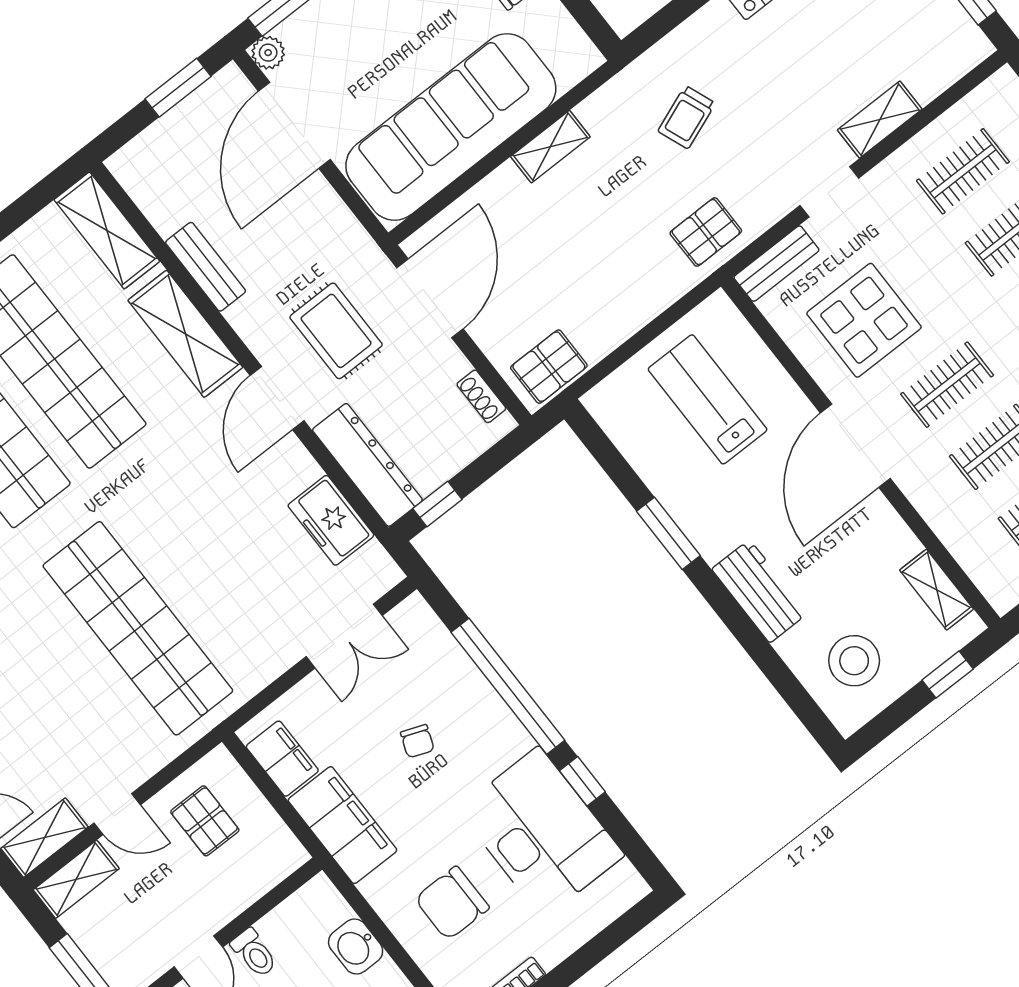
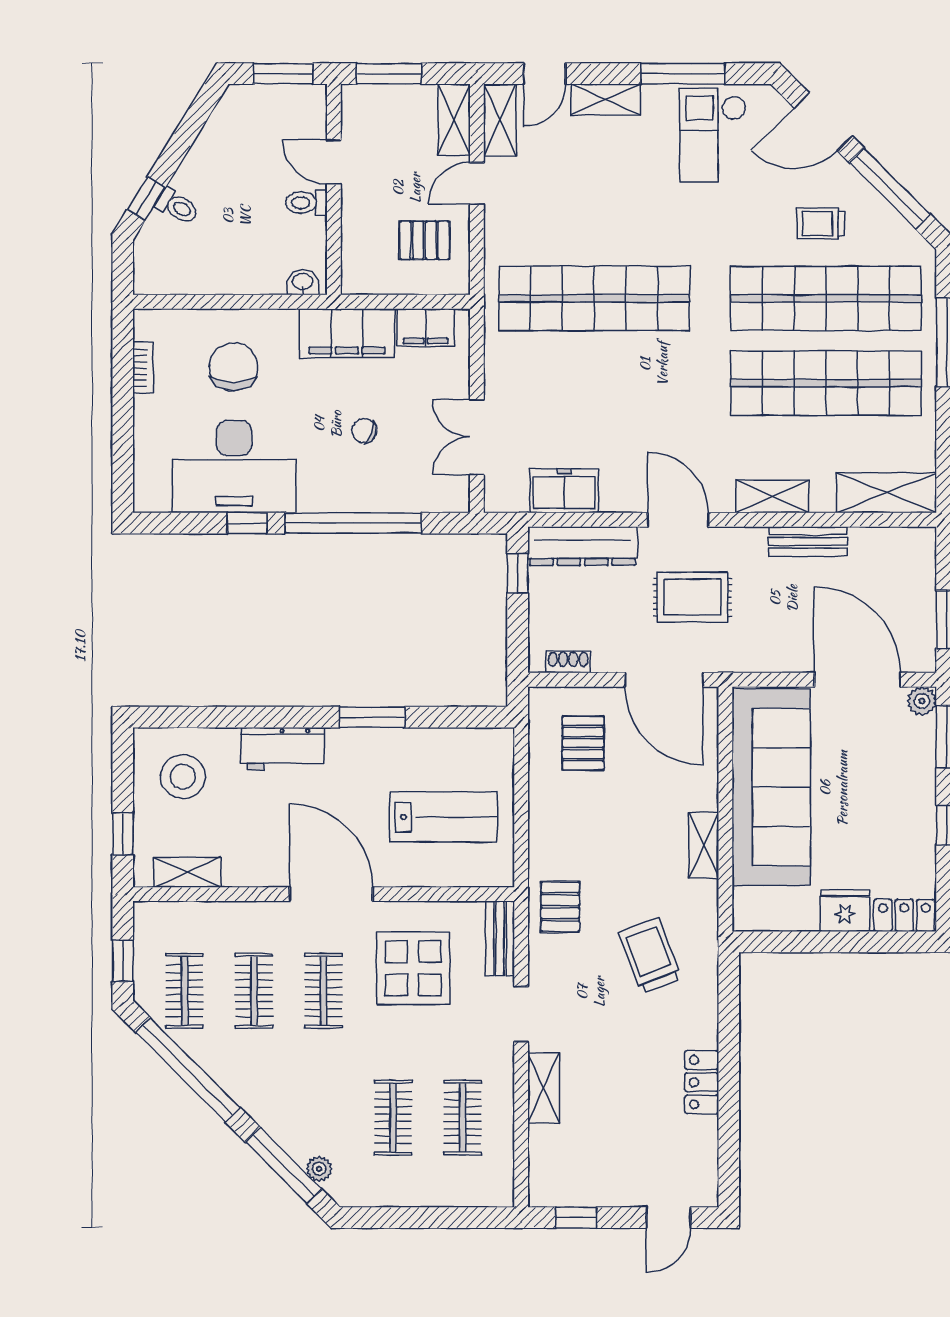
trolley: (687, 117) -> (650, 956), width x1.36, depth x1.39
shelving: (185, 334) -> (772, 497), width x0.67, depth x0.75
pallet: (549, 367) -> (583, 743), moved
washbasin: (356, 947) -> (303, 282), moved, width x0.72, depth x0.69

